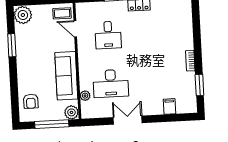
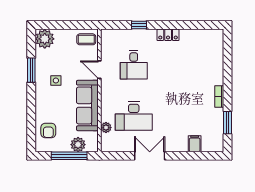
door: (75, 29) -> (99, 70), moved
side table: (35, 54) -> (56, 81), added
plant: (71, 112) -> (78, 145), moved

